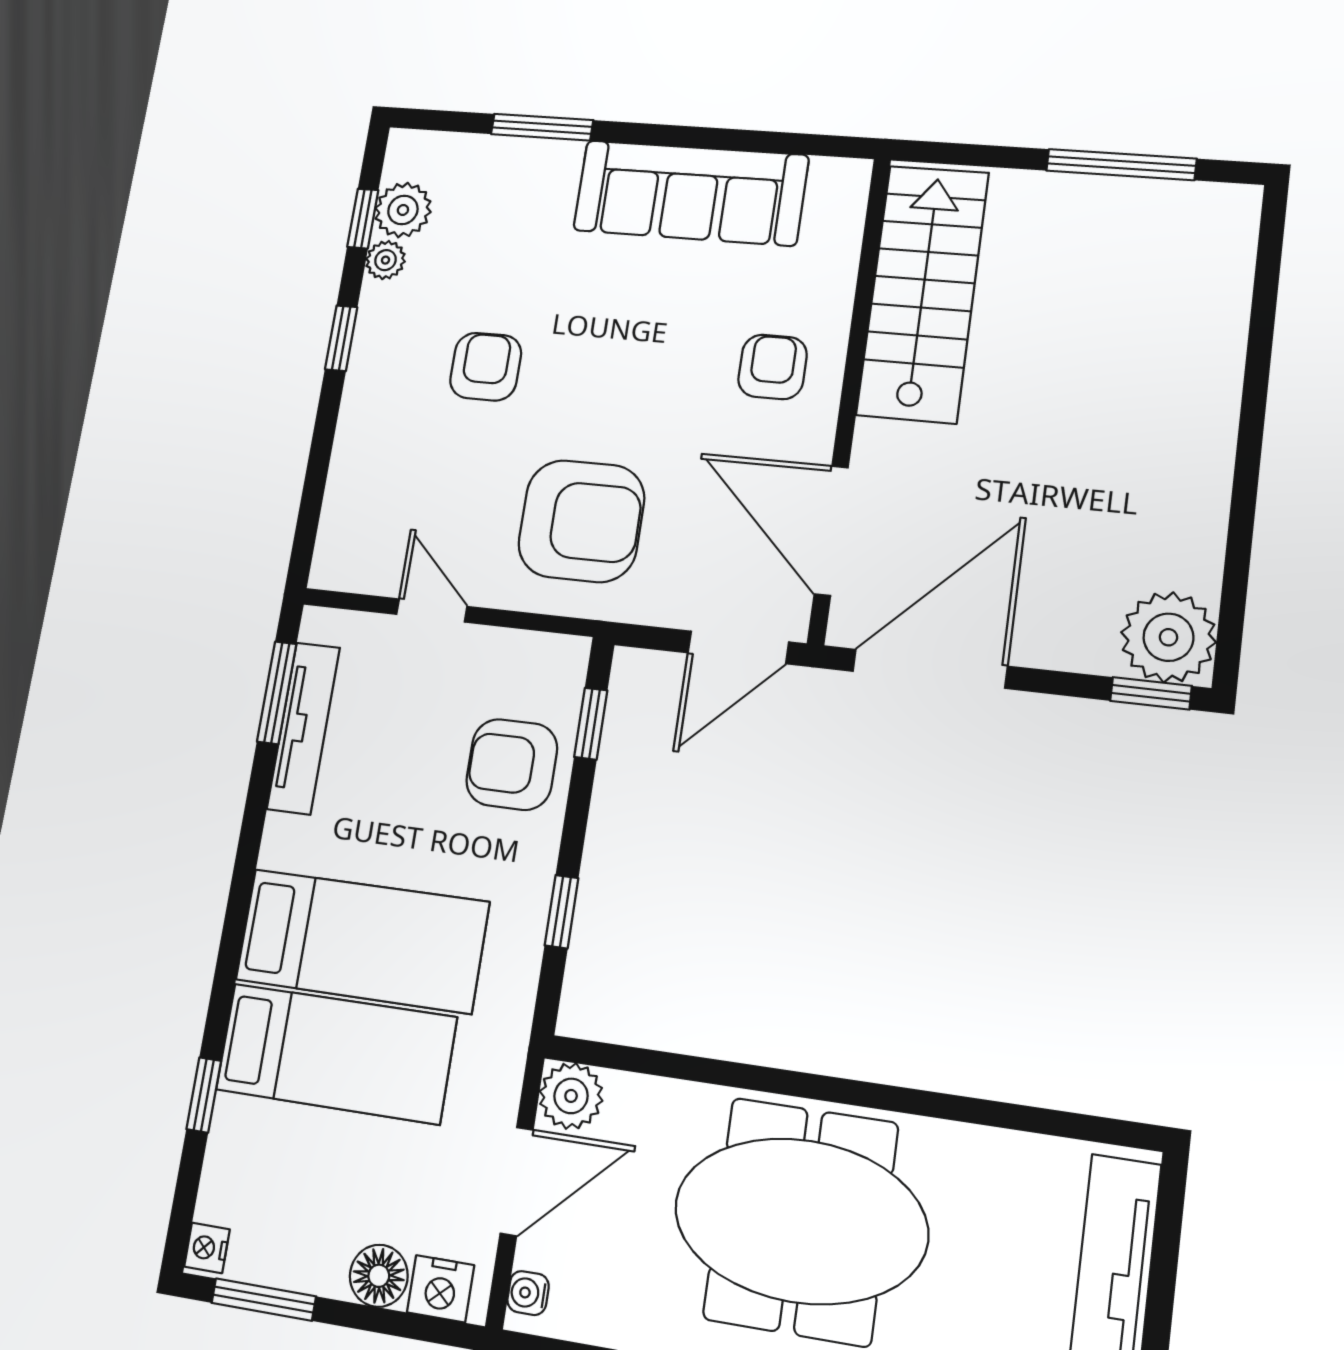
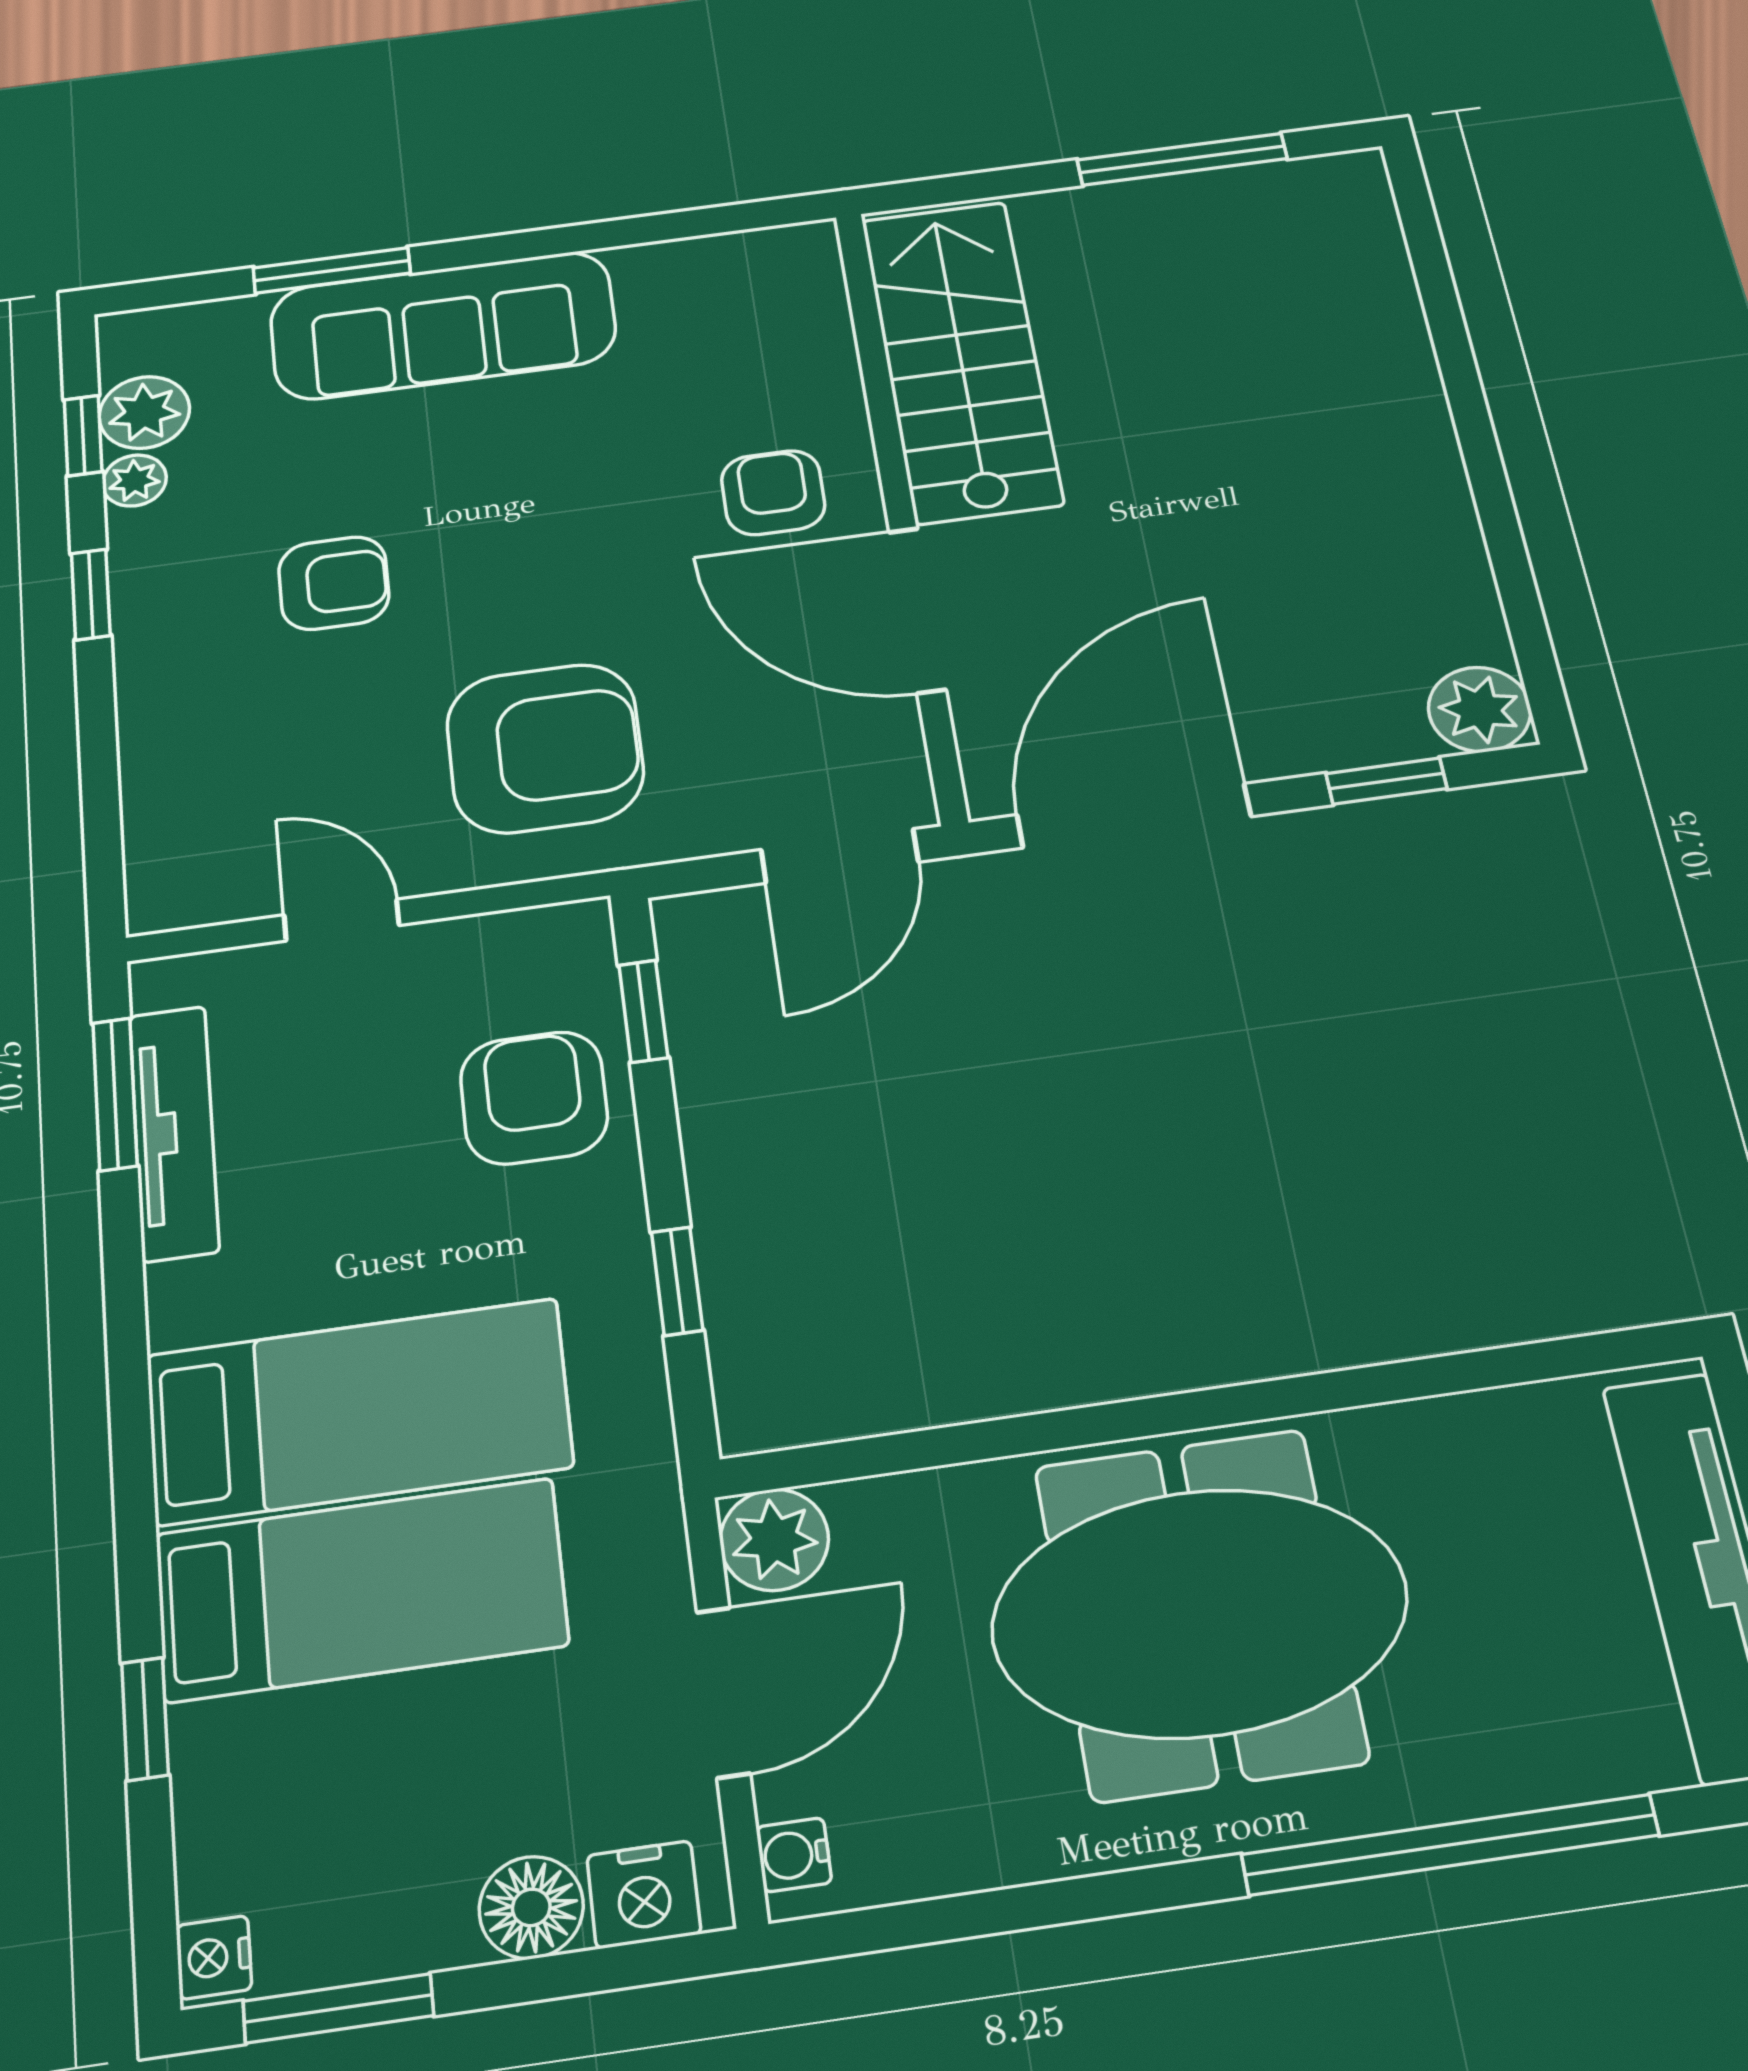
sofa: (690, 193) -> (443, 325), moved
armchair: (486, 367) -> (334, 583), turned 90
door: (831, 531) -> (917, 610), moved
plant: (1168, 637) -> (1480, 709), width x0.73, depth x0.73
window: (1151, 693) -> (1386, 781), moved
armchair: (512, 764) -> (534, 1098), turned 90

